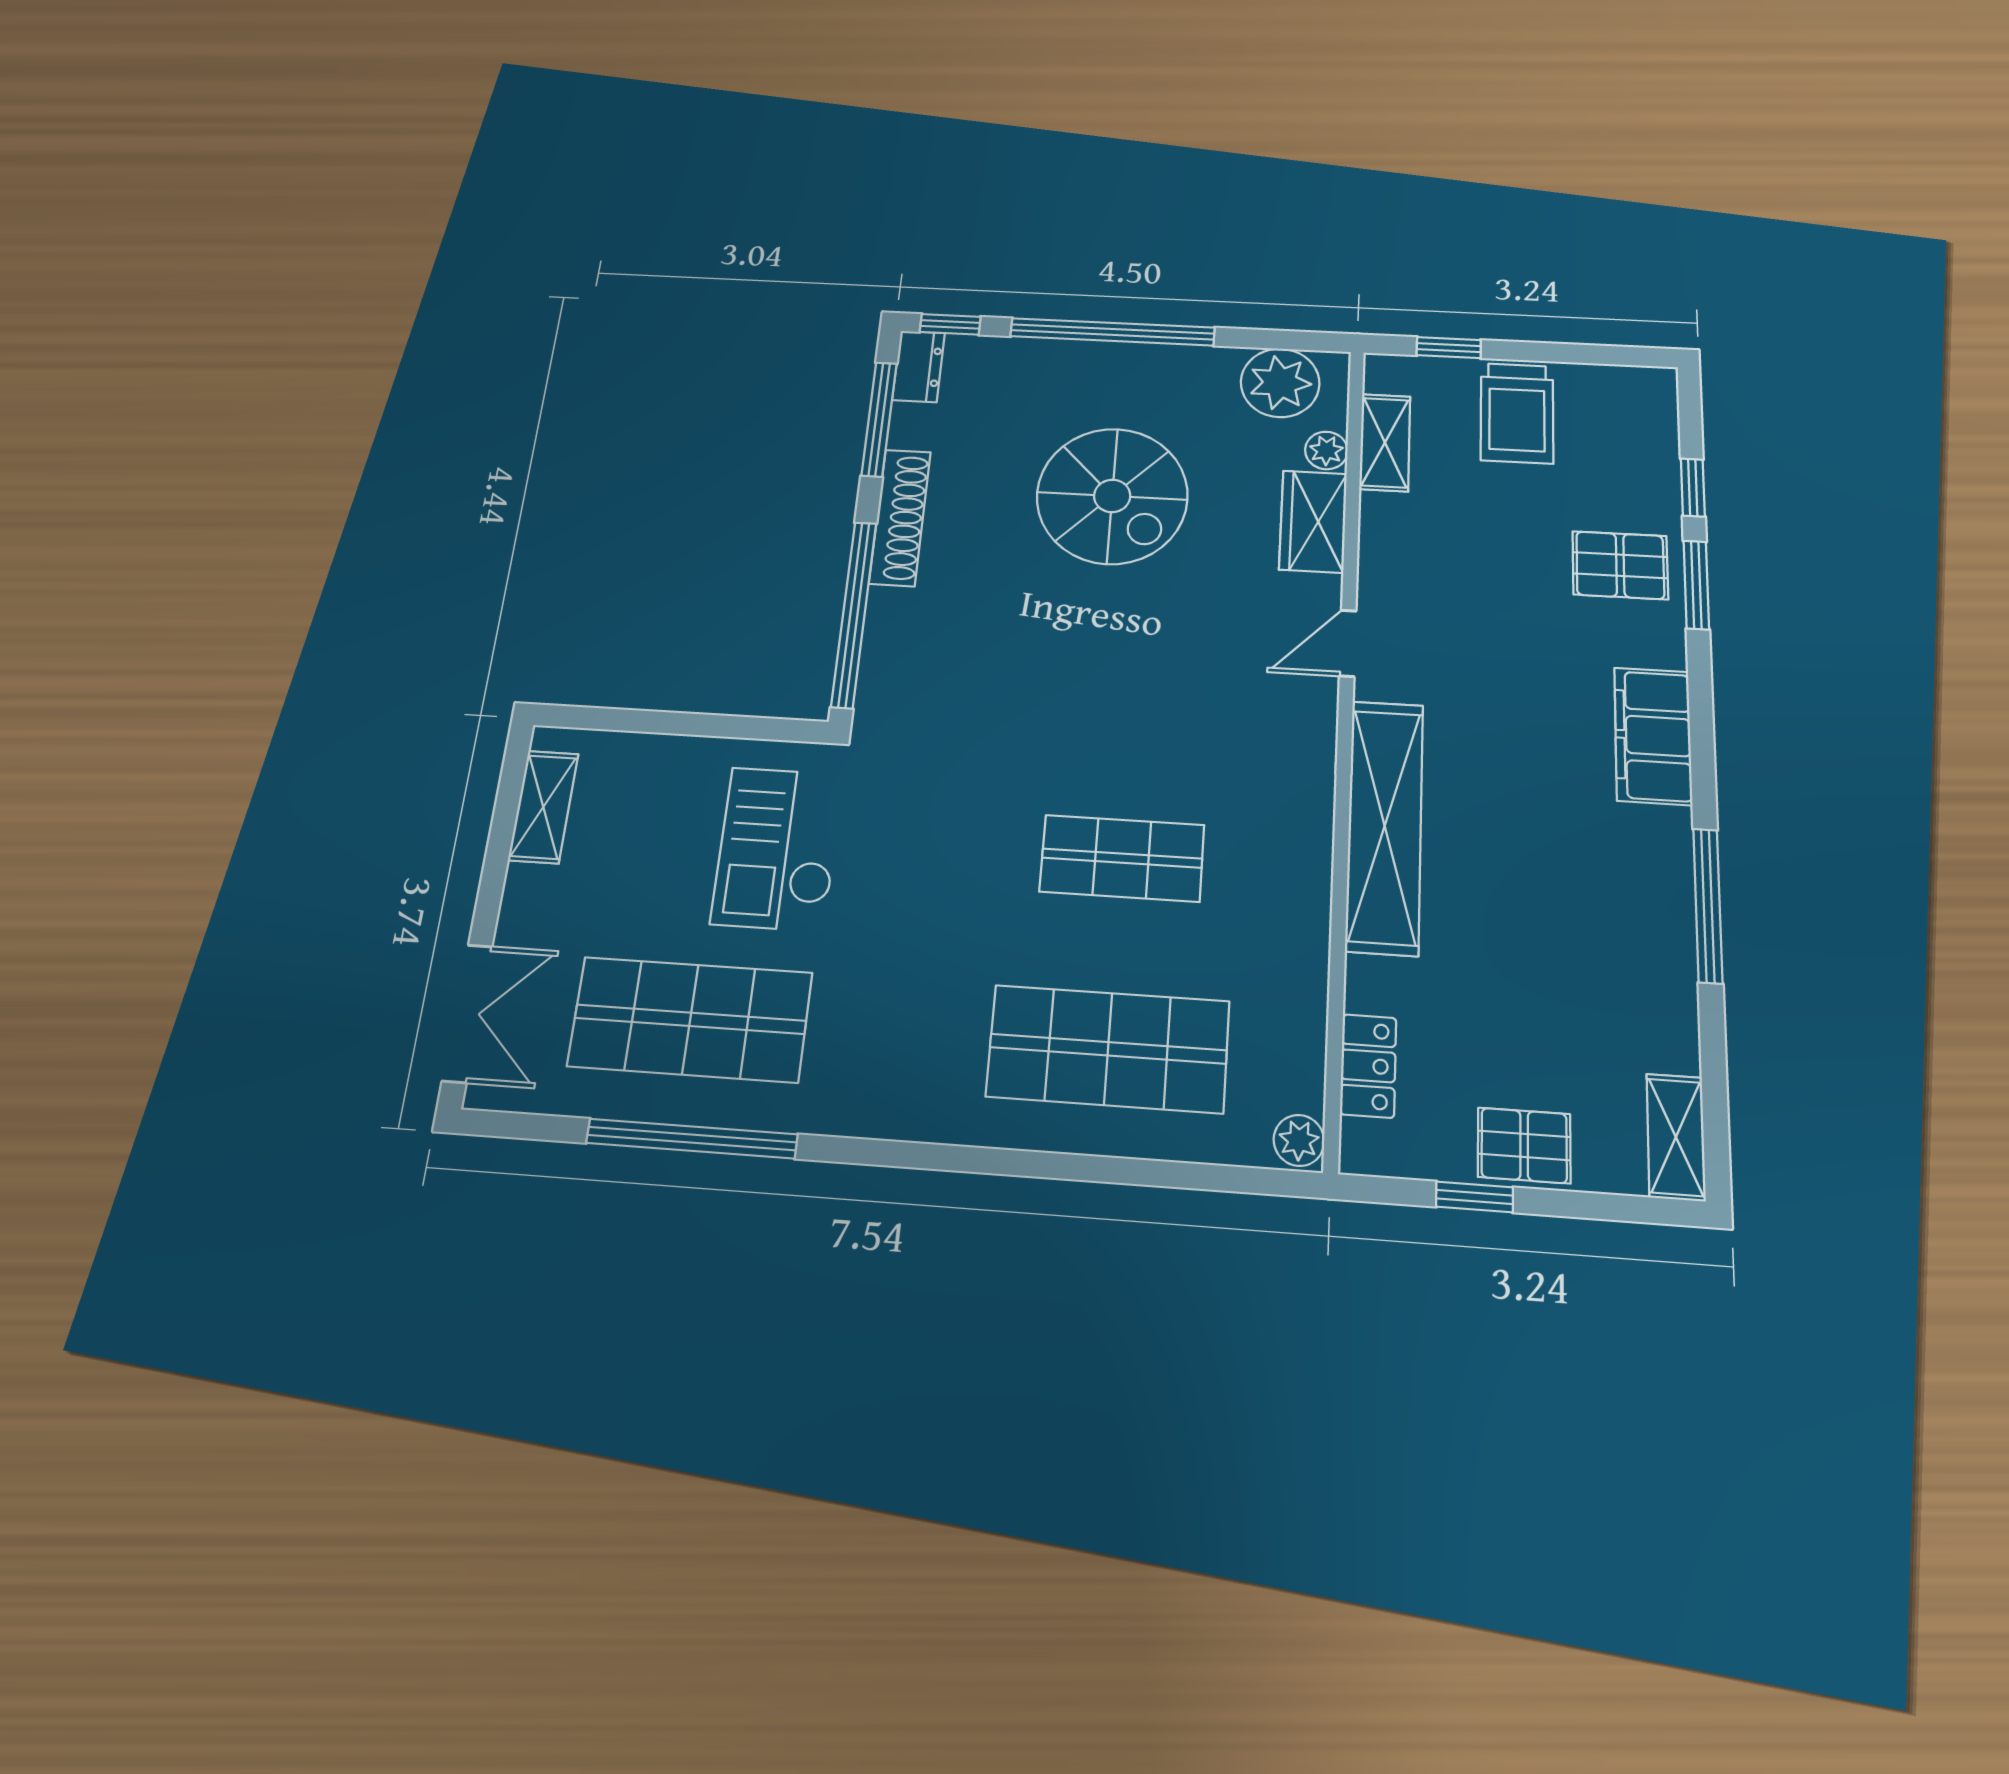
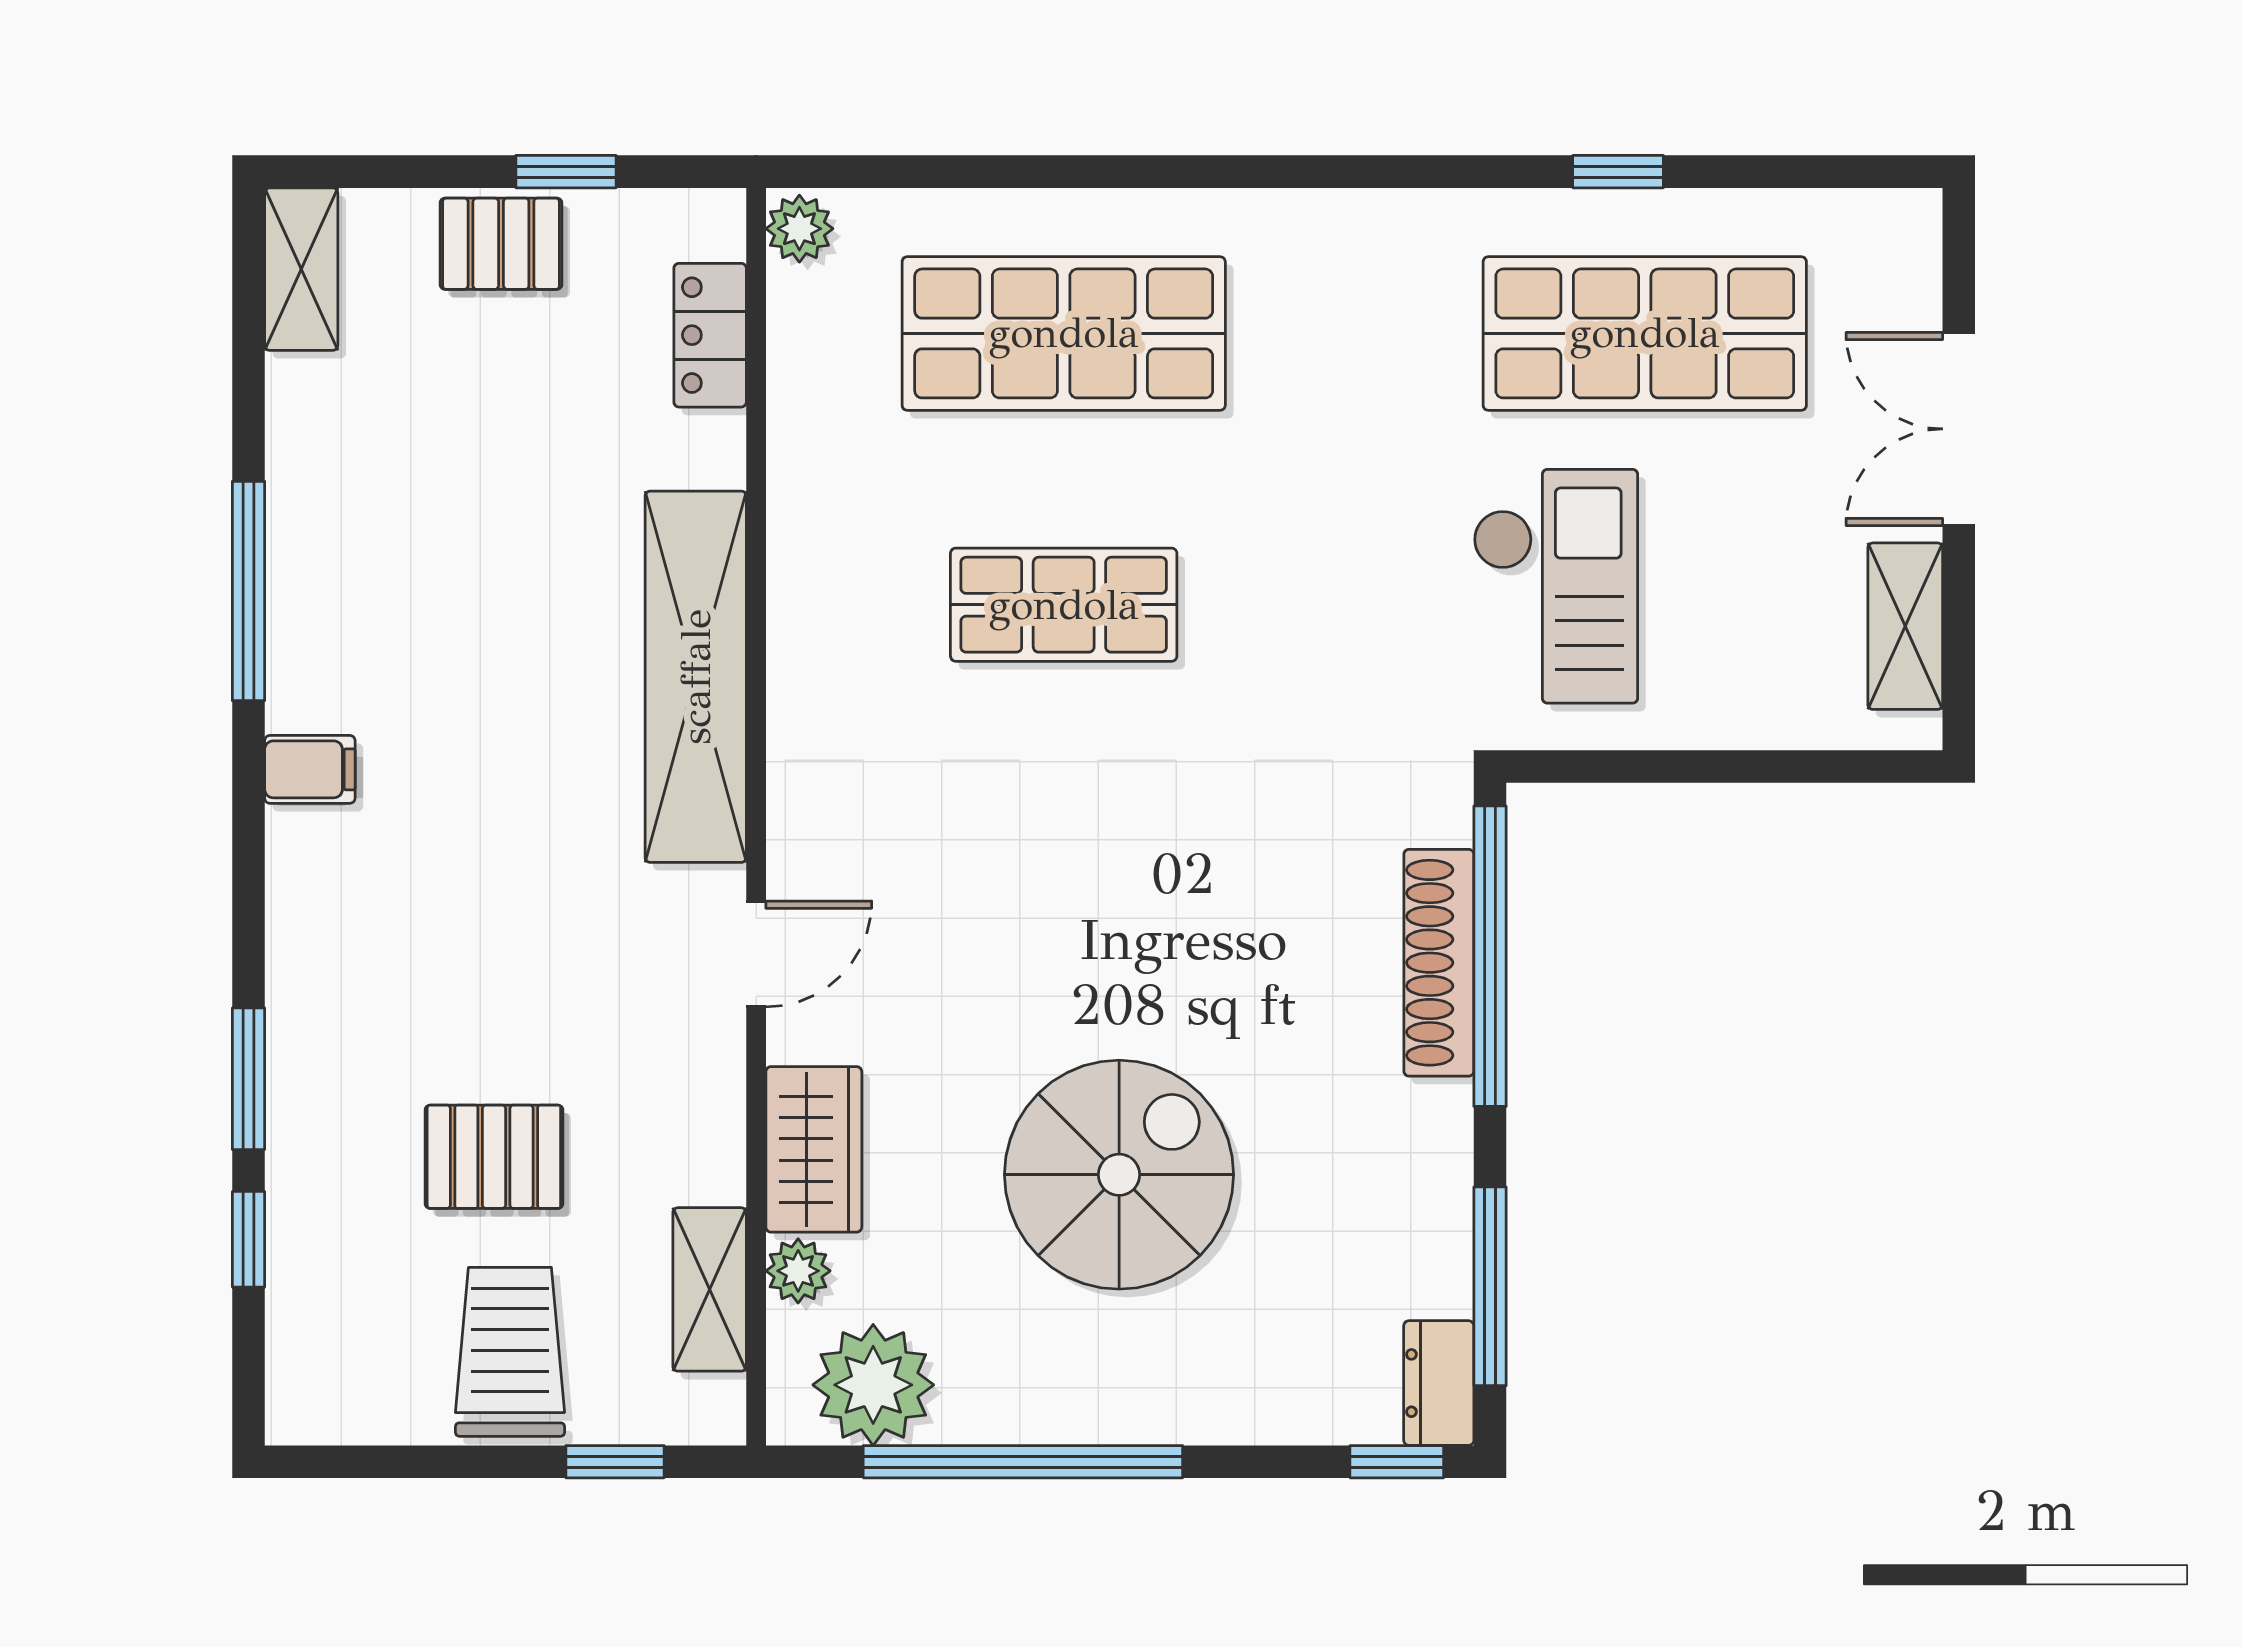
window: (1112, 332) -> (1023, 1462), moved
spiral stairs: (1112, 496) -> (1119, 1175), turned 90
shoe rack: (900, 517) -> (1439, 963), moved
pallet: (1620, 565) -> (494, 1157), moved
filing cabinet: (1653, 736) -> (310, 769), width x0.33, depth x0.86
double door: (467, 1013) -> (1959, 429), moved
window: (692, 1139) -> (1618, 172), width x0.32

